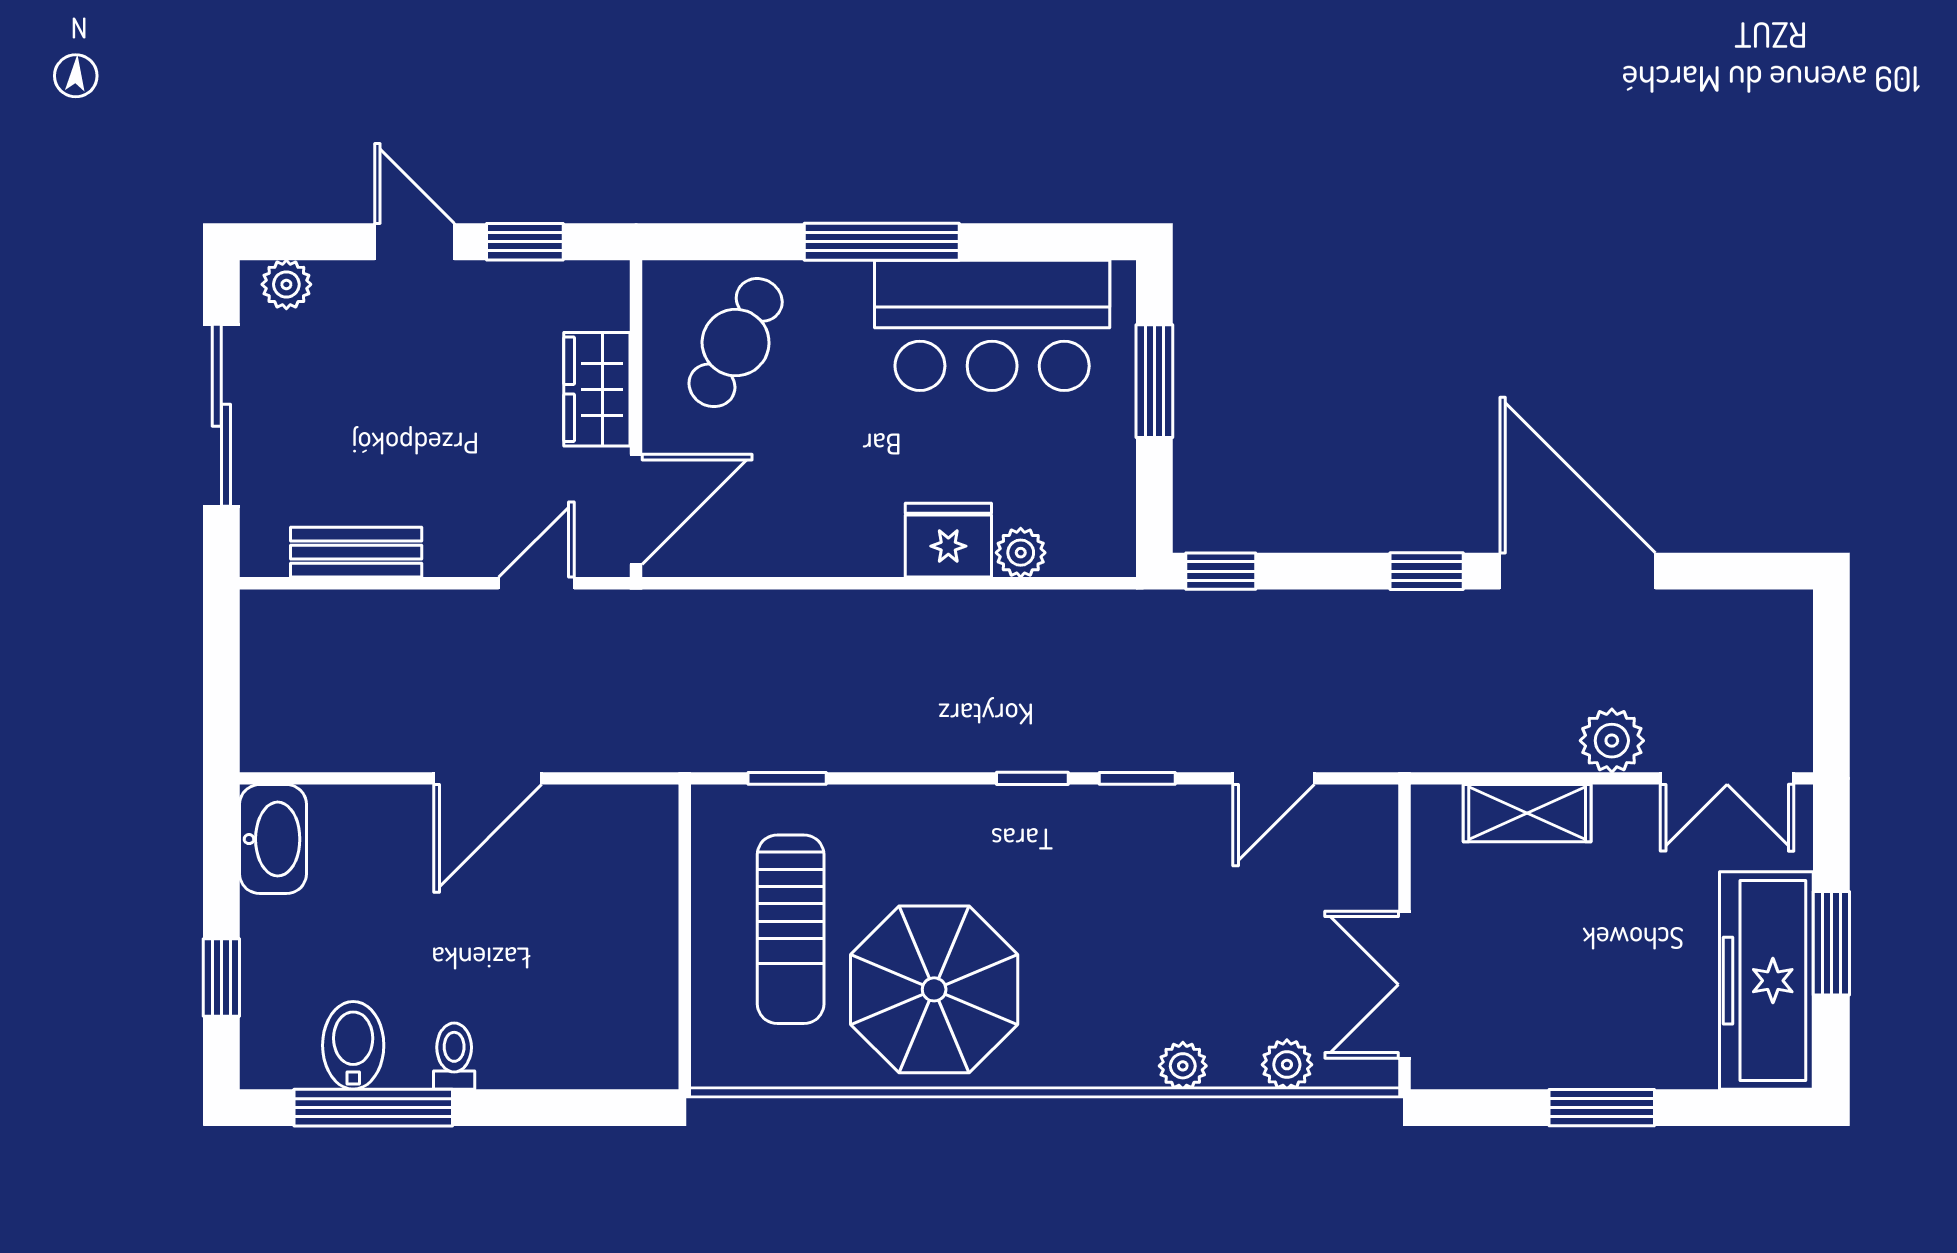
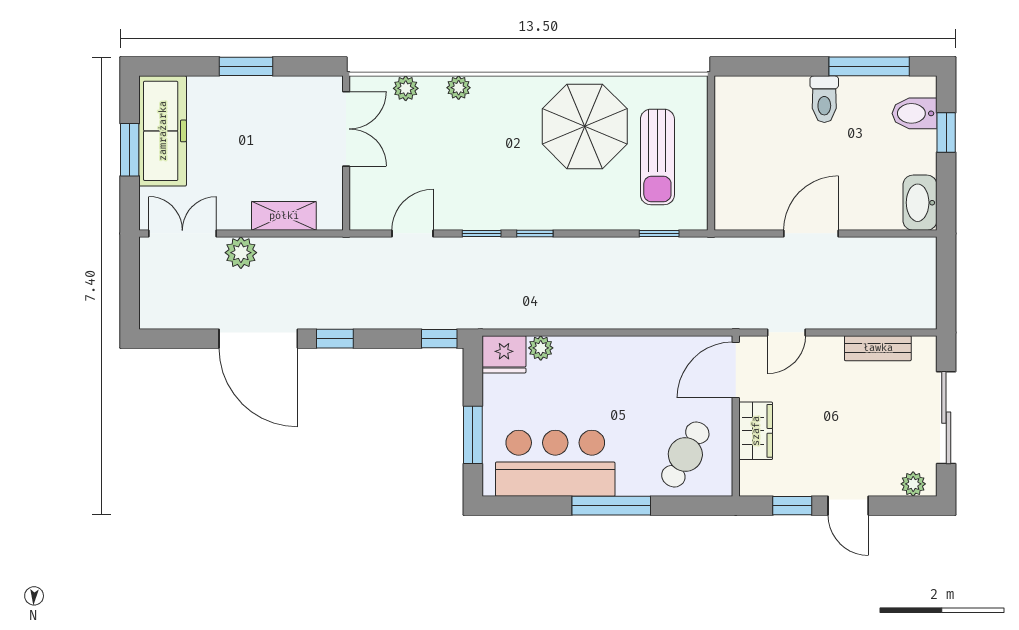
fridge: (948, 540) -> (504, 354), moved
sun lounger: (791, 929) -> (657, 157), turned 180
bidet: (353, 1045) -> (915, 113), moved, turned 90
toilet: (454, 1056) -> (824, 99), width x1.37, depth x1.39

